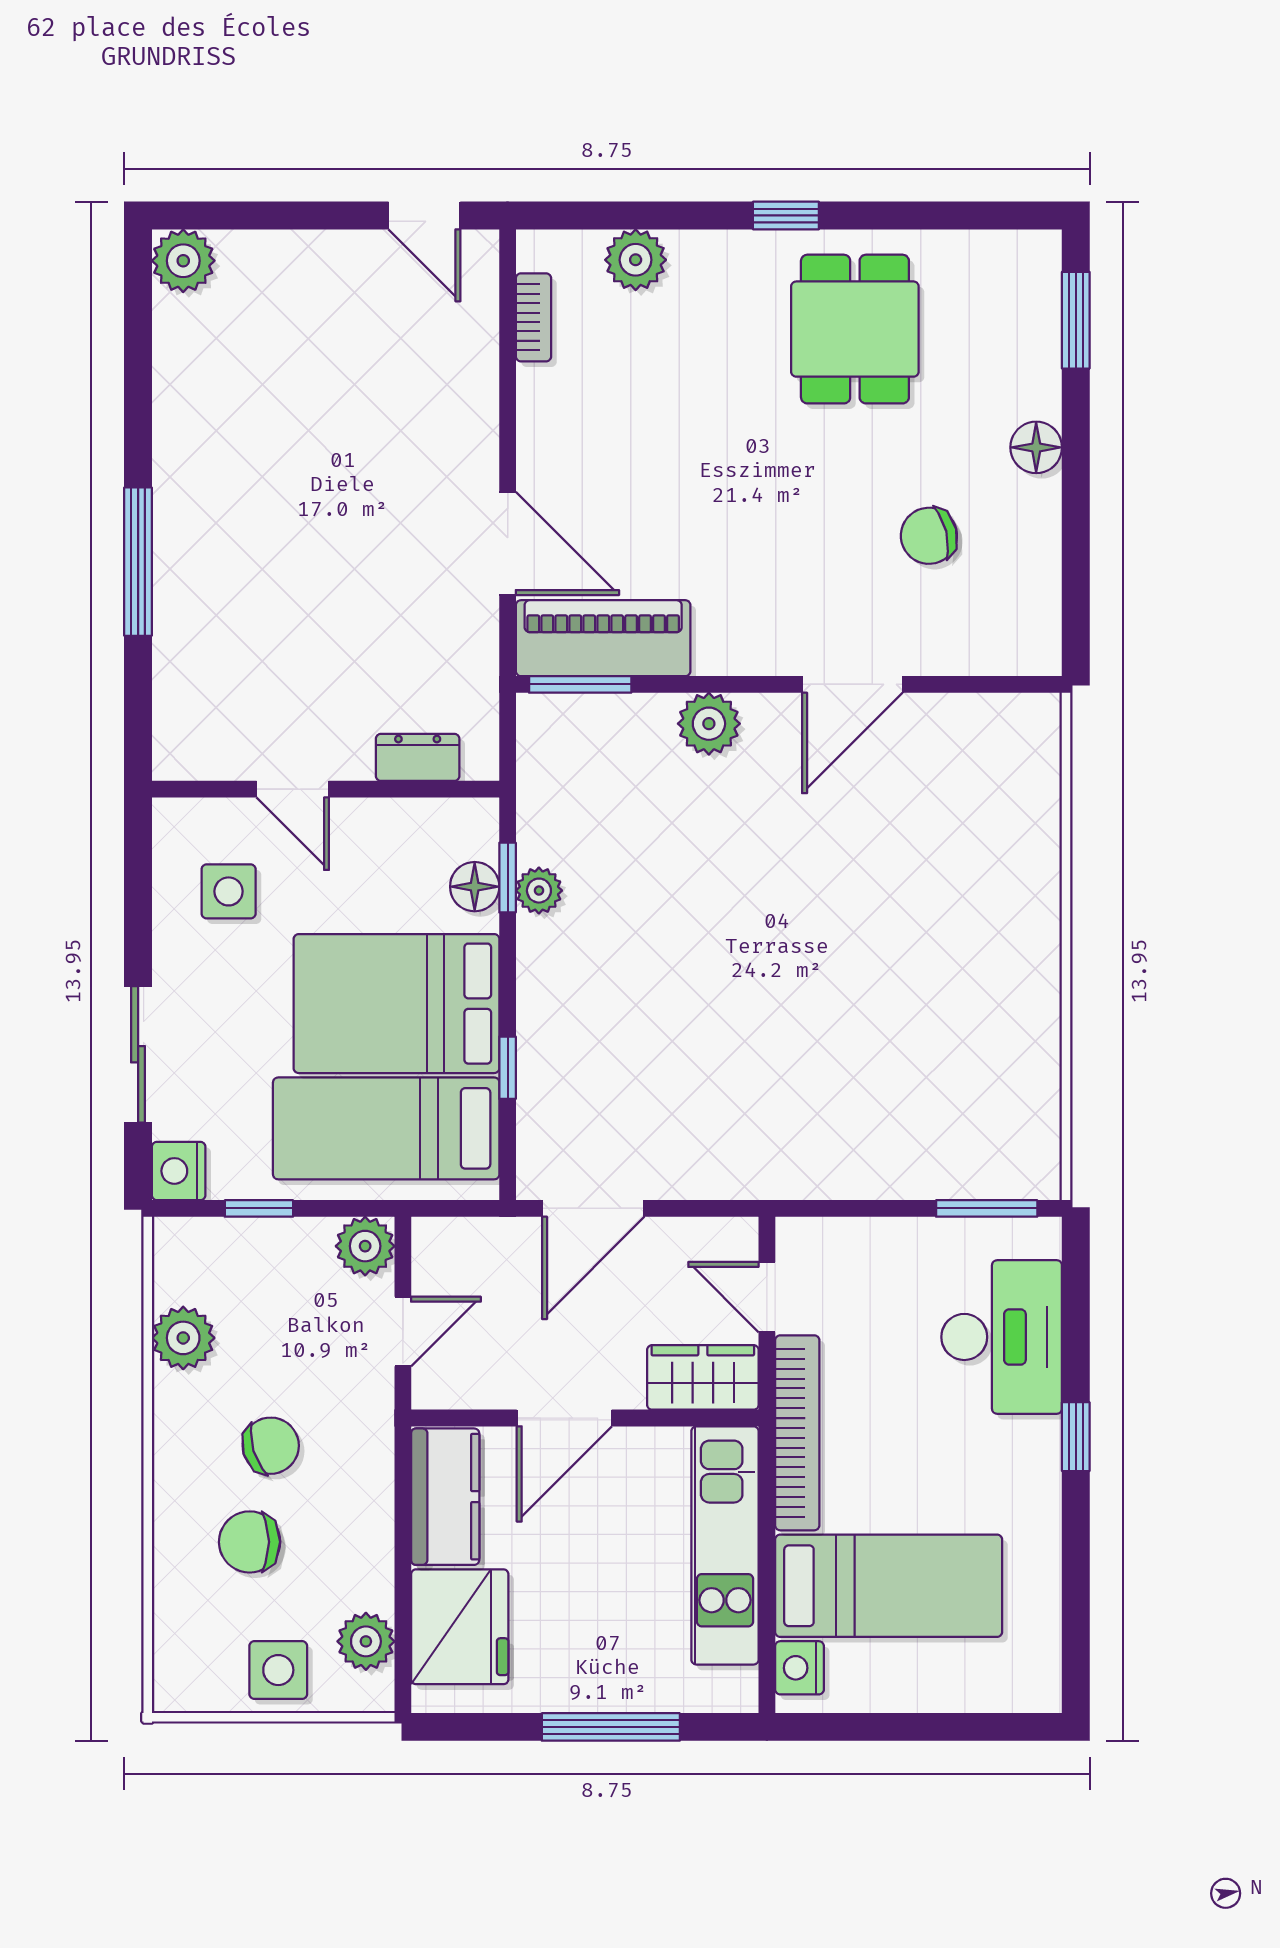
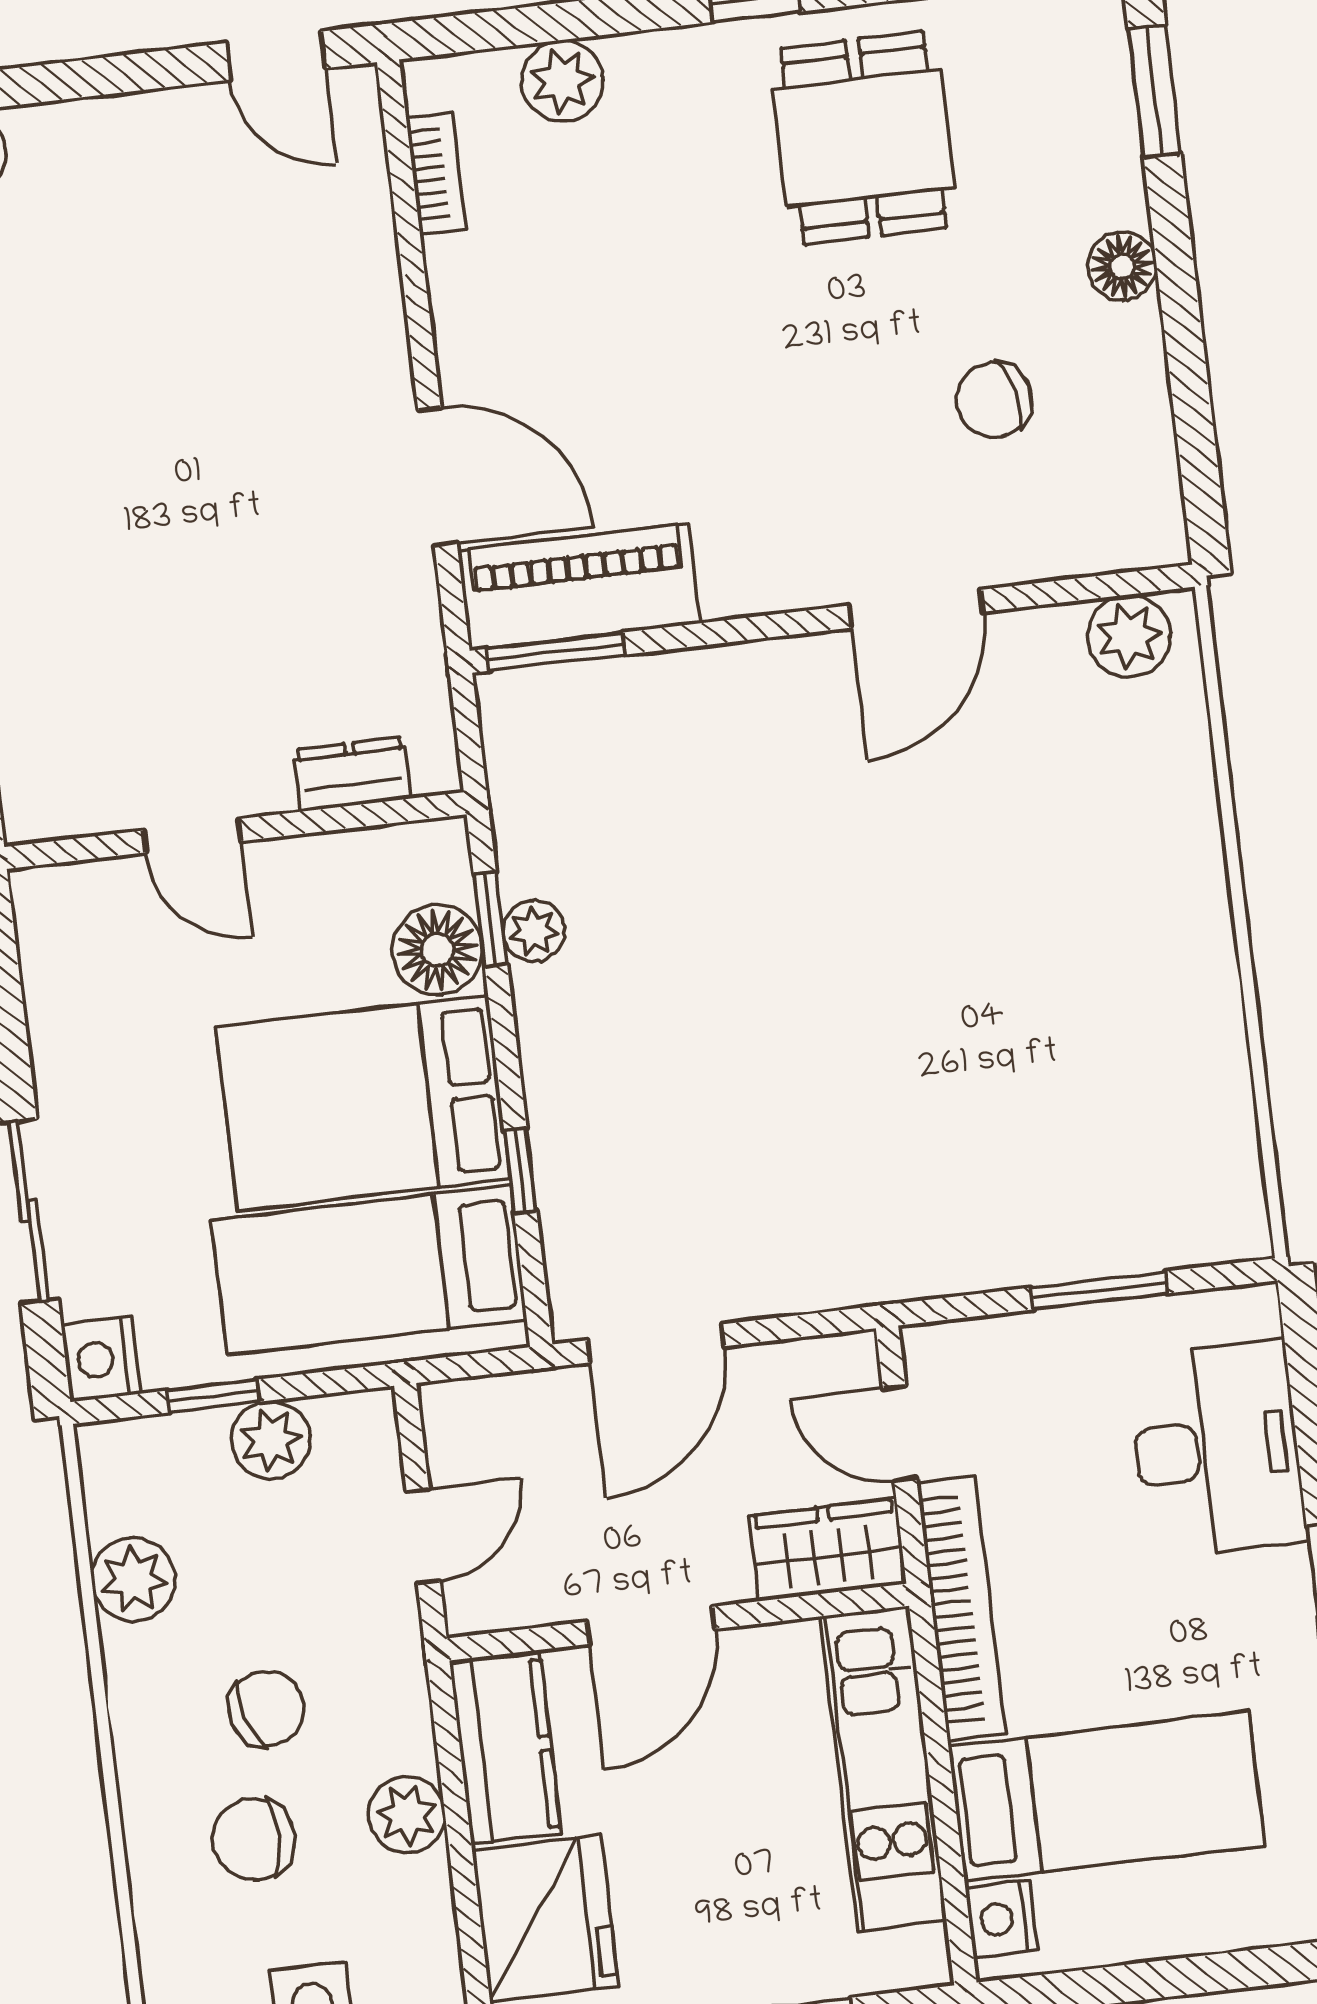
plant: (709, 724) -> (1129, 636), moved
floor lamp: (475, 887) -> (437, 950), width x1.38, depth x1.38
side table: (229, 891) -> (123, 981), removed
window: (987, 1208) -> (1099, 1290), moved
plant: (365, 1246) -> (271, 1440), moved
plant: (366, 1641) -> (407, 1815), moved

